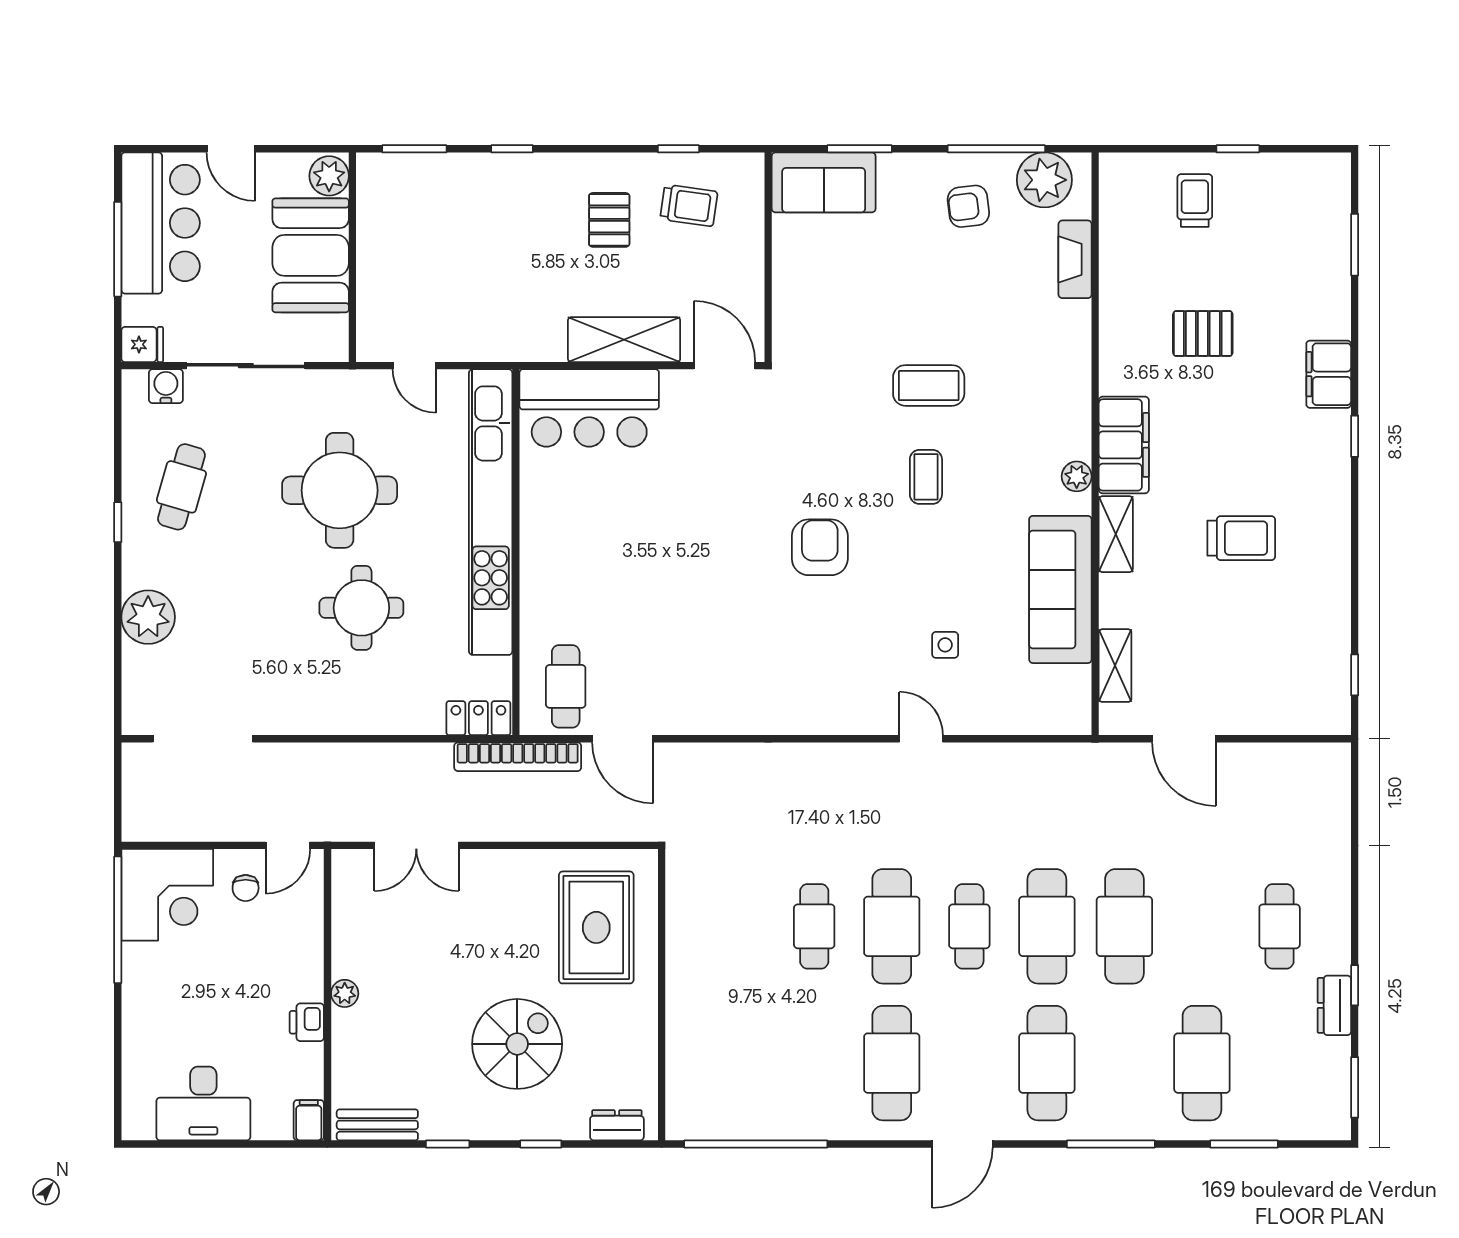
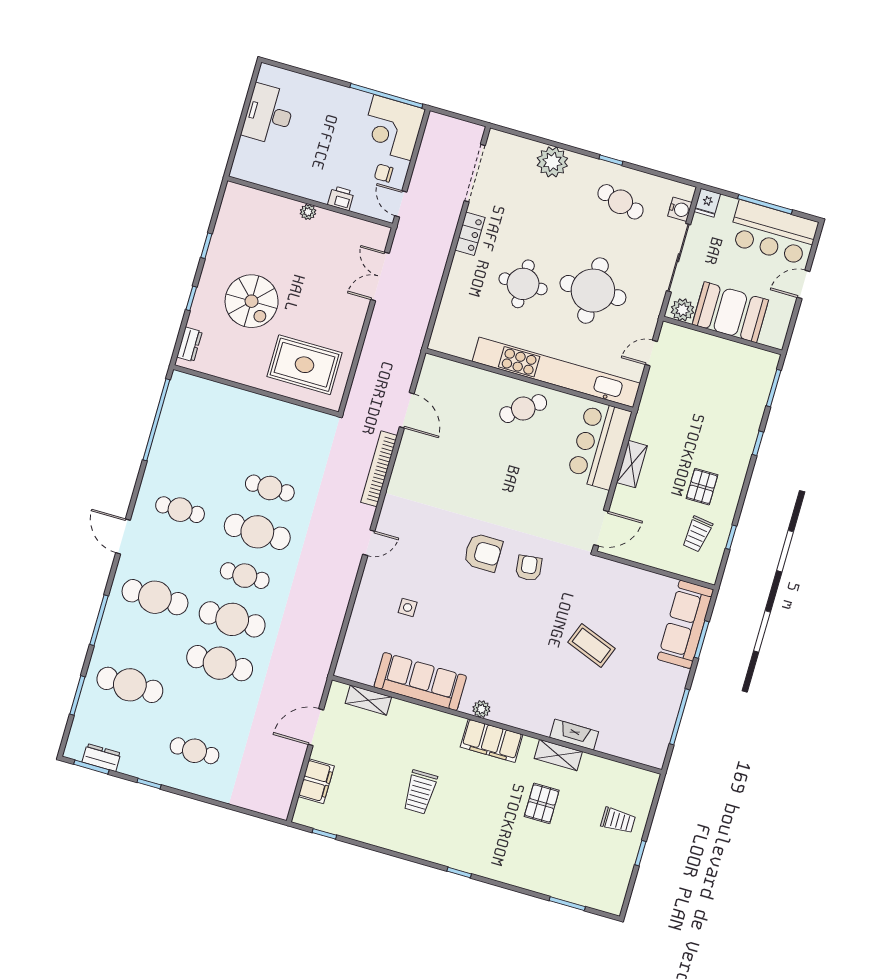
plant: (329, 176) -> (682, 310), moved
plant: (1044, 180) -> (654, 739), removed
sofa: (824, 182) -> (685, 624), width x1.36
armchair: (968, 206) -> (529, 568), moved
pallet: (609, 220) -> (702, 487), turned 90
fireplace: (1075, 259) -> (574, 735), moved
shelving: (624, 340) -> (632, 464), width x0.67, depth x0.75
filing cabinet: (1329, 374) -> (316, 781), moved, turned 90
coffee table: (929, 385) -> (591, 645), moved, turned -69
coffee table: (926, 477) -> (506, 624), removed
shelving: (1116, 534) -> (558, 755), moved
cafe table: (566, 686) -> (523, 409), moved, turned -37
locker: (478, 718) -> (470, 234), moved
door: (623, 739) -> (407, 410), swing flipped
door: (921, 739) -> (369, 543), moved
bookcase: (518, 757) -> (379, 469), moved
dresser: (1334, 1005) -> (101, 758), moved
printer: (307, 1022) -> (341, 198), moved
cafe table: (892, 1063) -> (180, 510), width x0.73, depth x0.74
filing cabinet: (309, 1120) -> (242, 171), removed
bench: (377, 1125) -> (228, 209), removed

